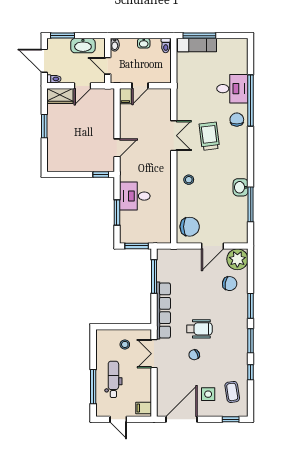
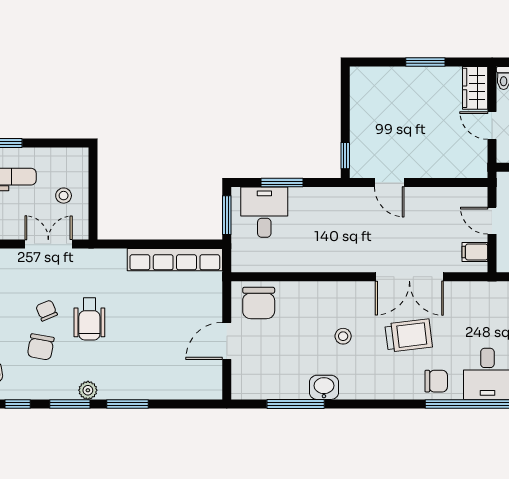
filing cabinet: (125, 96) -> (475, 252), moved
double door: (174, 136) -> (409, 277), width x1.37
stool: (189, 180) -> (343, 336), moved
desk: (135, 196) -> (264, 212), moved
door: (213, 246) -> (227, 341), hinge flipped
plant: (237, 259) -> (88, 390), moved, width x0.53, depth x0.53
window: (154, 277) -> (176, 244), removed
chair: (230, 284) -> (41, 347), moved
row of seats: (163, 311) -> (175, 260), moved

